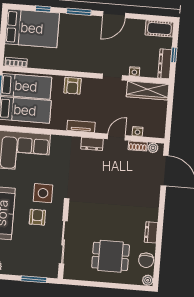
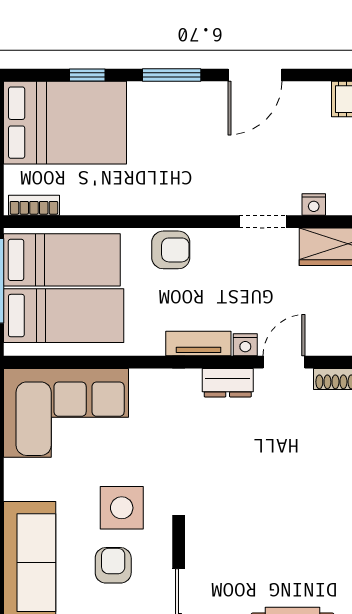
armchair: (72, 86) -> (171, 250), turned -90
nightstand: (138, 131) -> (245, 345), moved

